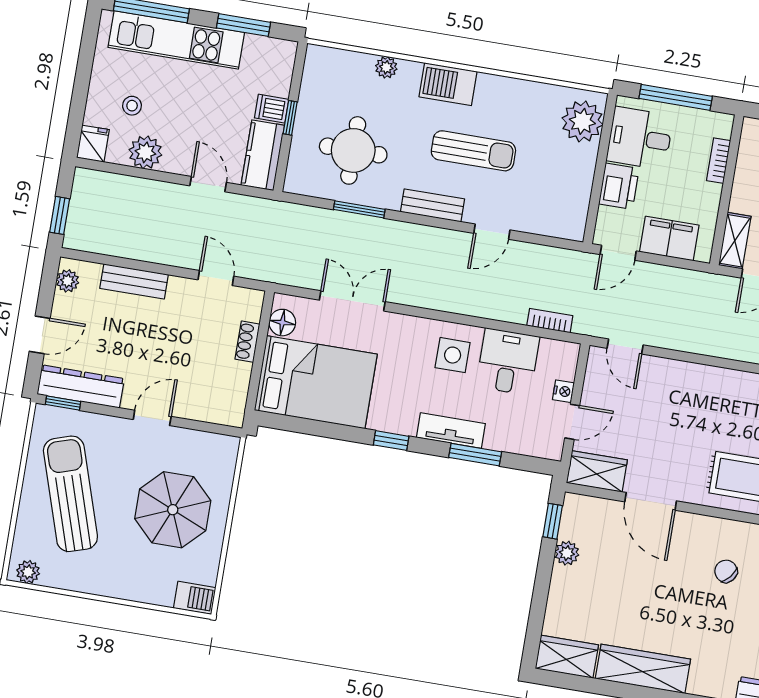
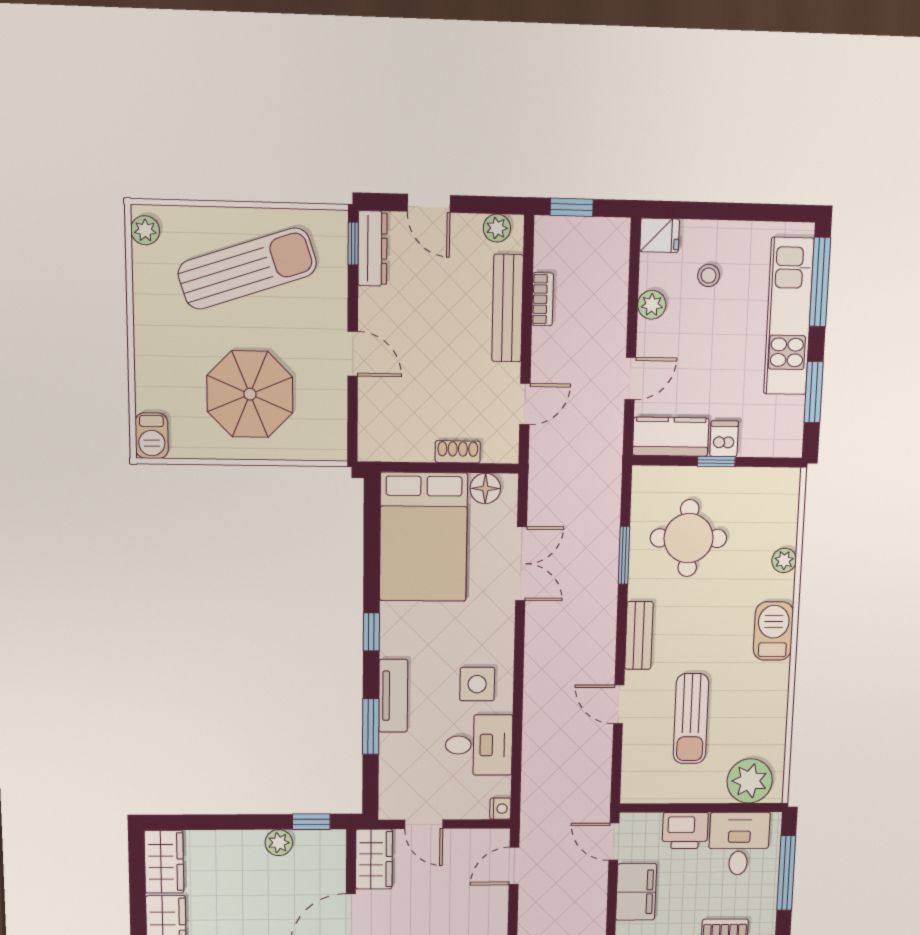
sun lounger: (473, 151) -> (691, 719), moved
plant: (145, 152) -> (652, 305), width x0.73, depth x0.73
bench: (134, 281) -> (508, 308), width x1.36
bookcase: (550, 321) -> (543, 299), moved
dresser: (81, 386) -> (372, 248), width x0.73, depth x0.80
nightstand: (563, 391) -> (500, 809), moved, turned -90

